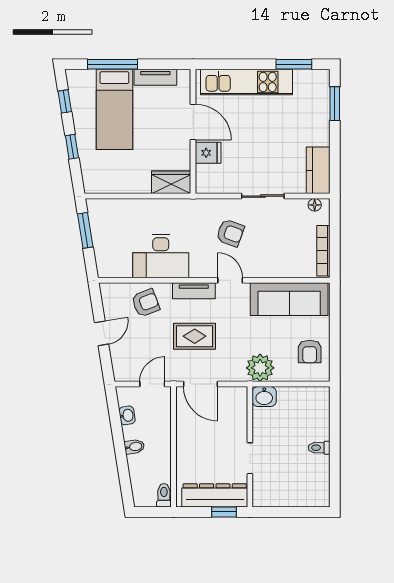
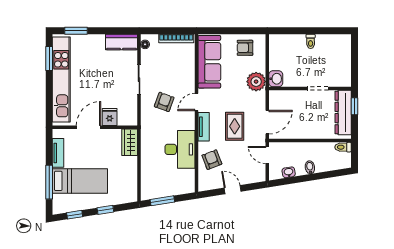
kitchen unit: (247, 82) -> (61, 79), width x1.36
armchair: (310, 352) -> (245, 48), turned 180

